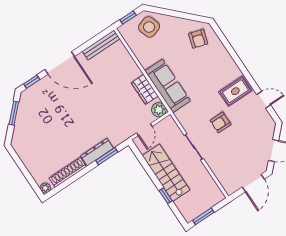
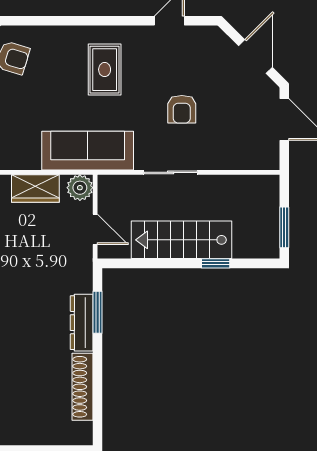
sofa: (168, 86) -> (88, 151), moved
rug: (235, 91) -> (105, 70), moved
armchair: (221, 122) -> (182, 109), moved
plant: (45, 188) -> (84, 436), removed

